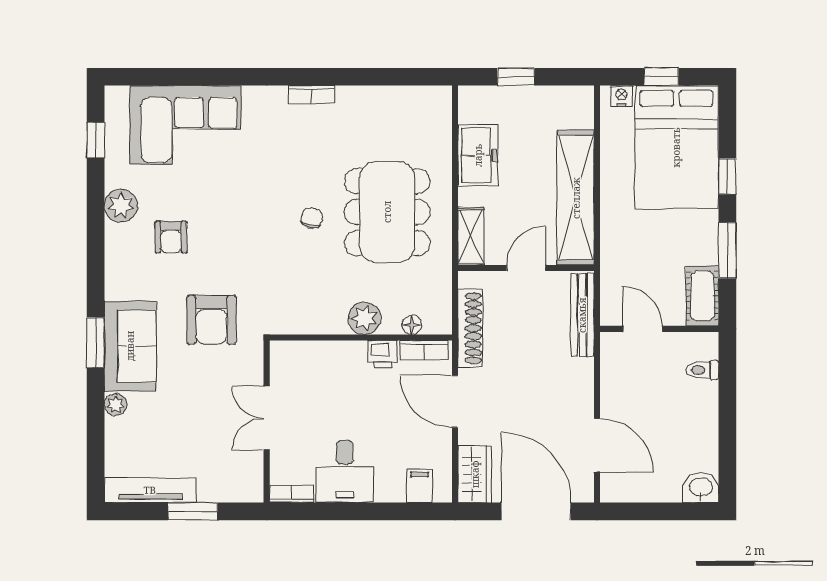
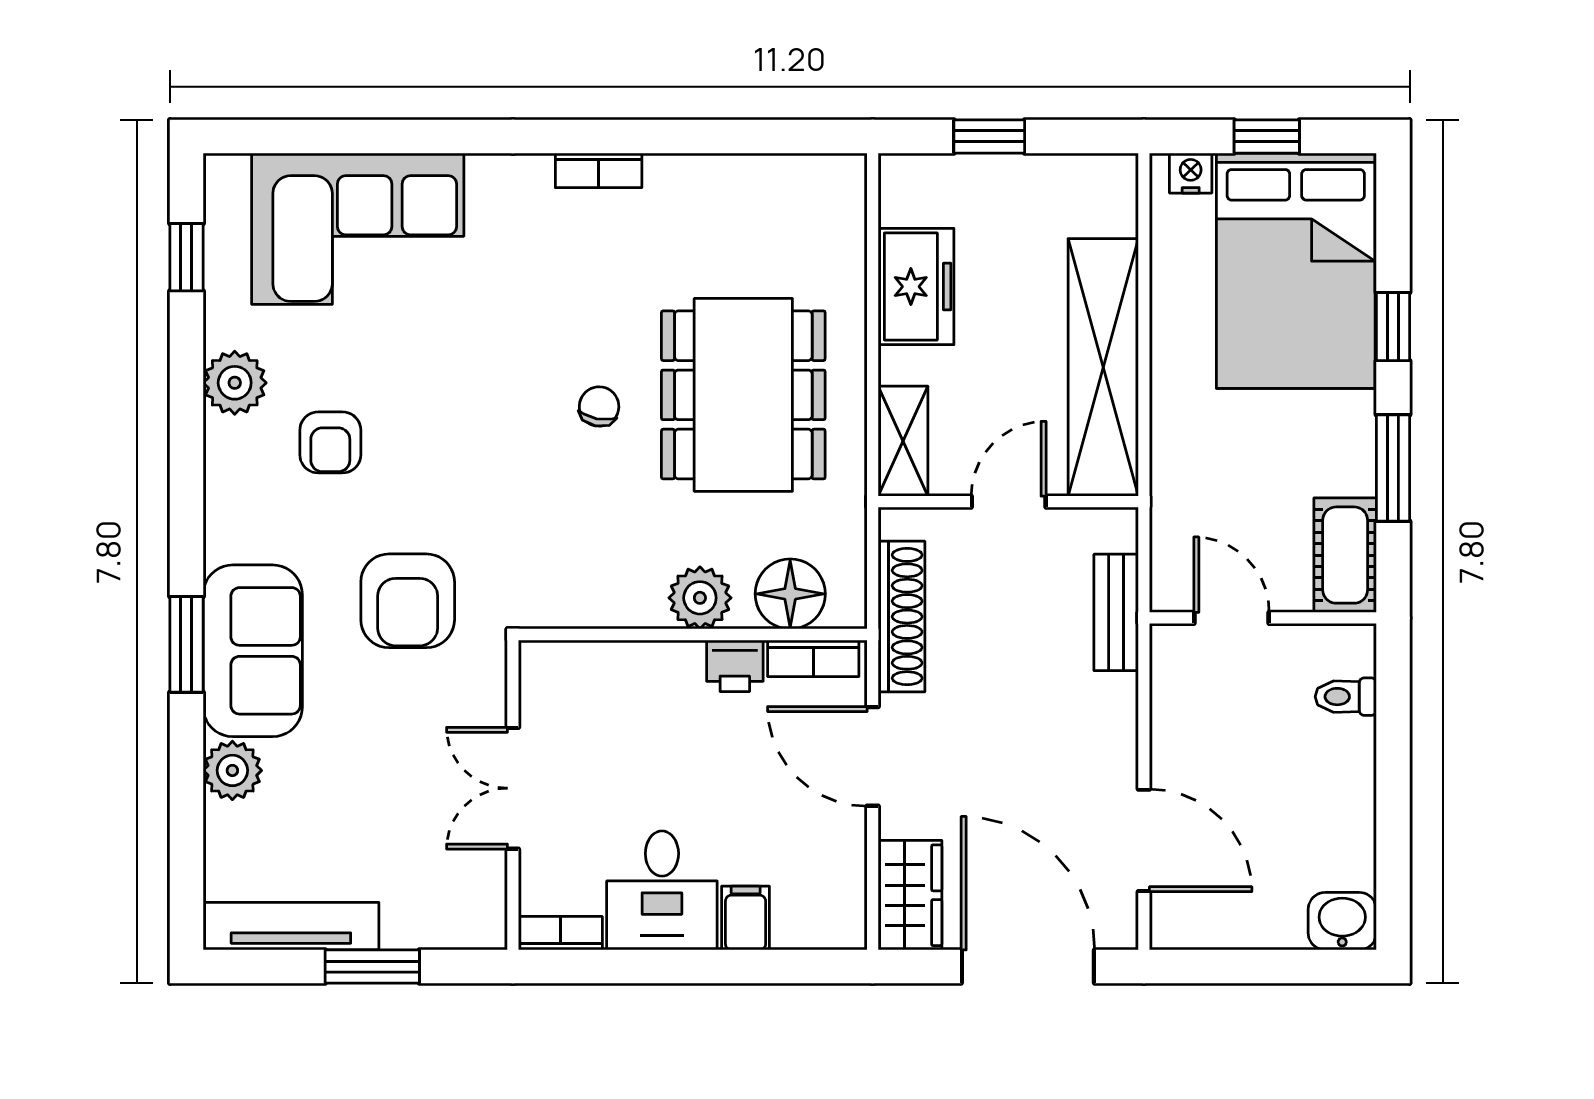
bench: (582, 315) -> (1116, 612), width x0.73
floor lamp: (412, 325) -> (790, 594), width x1.89, depth x1.89
plant: (116, 405) -> (232, 770), width x1.38, depth x1.38
filing cabinet: (420, 486) -> (746, 918), moved

